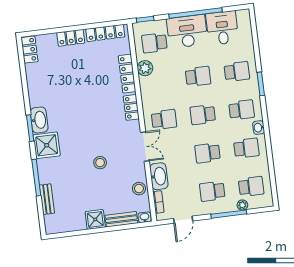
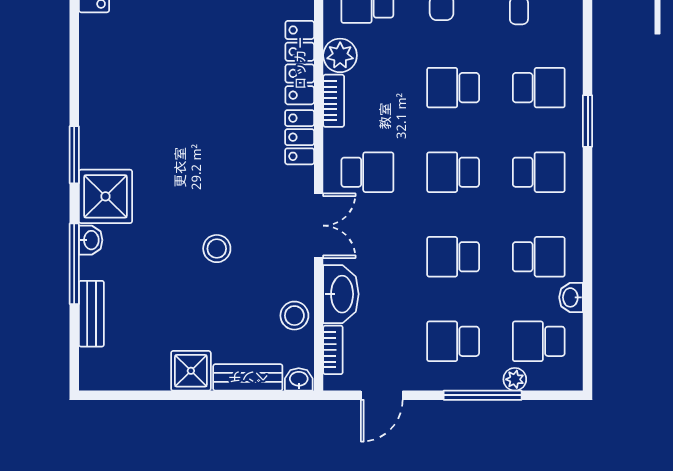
school desk: (198, 76) -> (453, 88), turned 180
bookcase: (145, 89) -> (334, 101), added
washbasin: (39, 120) -> (91, 240), moved, width x0.52, depth x0.69
washbasin: (259, 128) -> (571, 297), moved
school desk: (251, 186) -> (539, 341), turned 180

